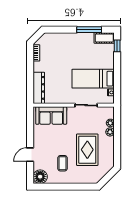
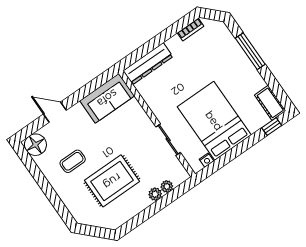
window: (89, 30) -> (250, 51), moved
bed: (93, 79) -> (214, 121), width x1.50
sofa: (51, 115) -> (107, 98), moved, turned -90

